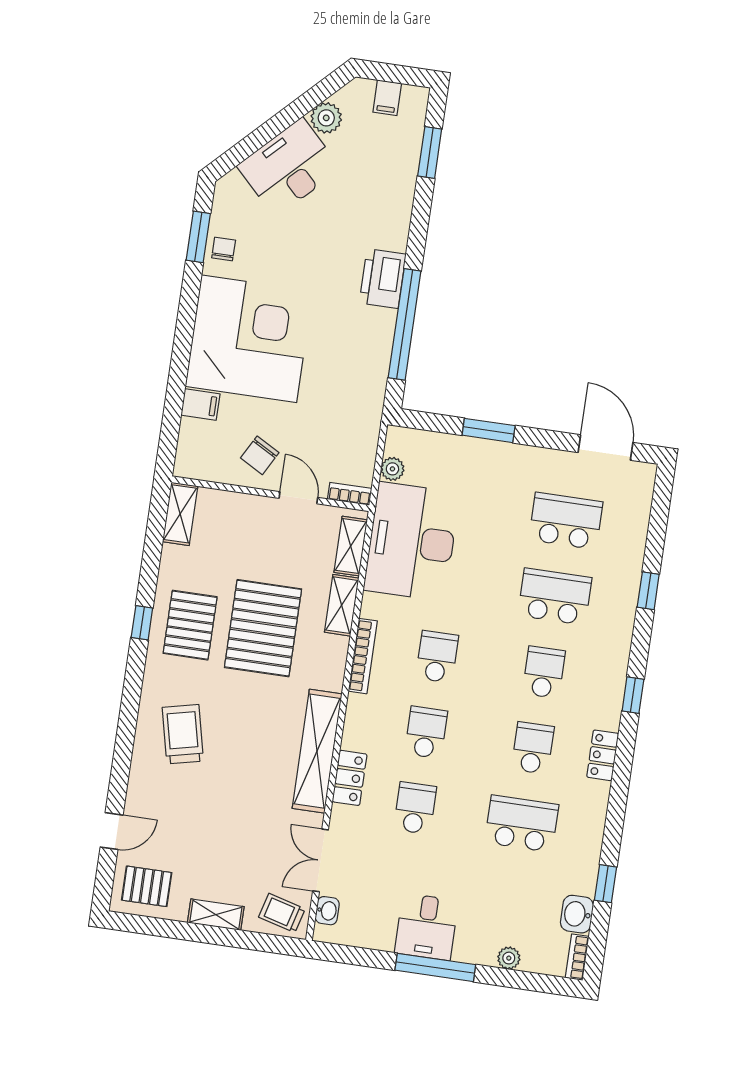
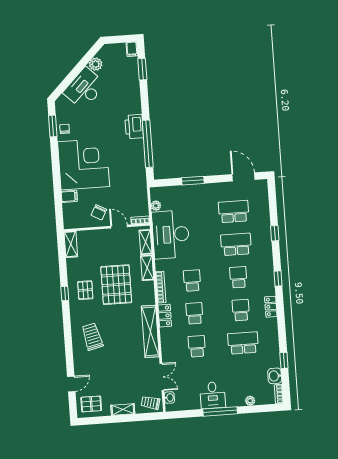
filing cabinet: (387, 98) -> (132, 49), moved
pallet: (190, 625) -> (85, 290), width x0.67, depth x0.71
locker: (350, 778) -> (165, 316), moved
double door: (321, 860) -> (162, 377), swing flipped

